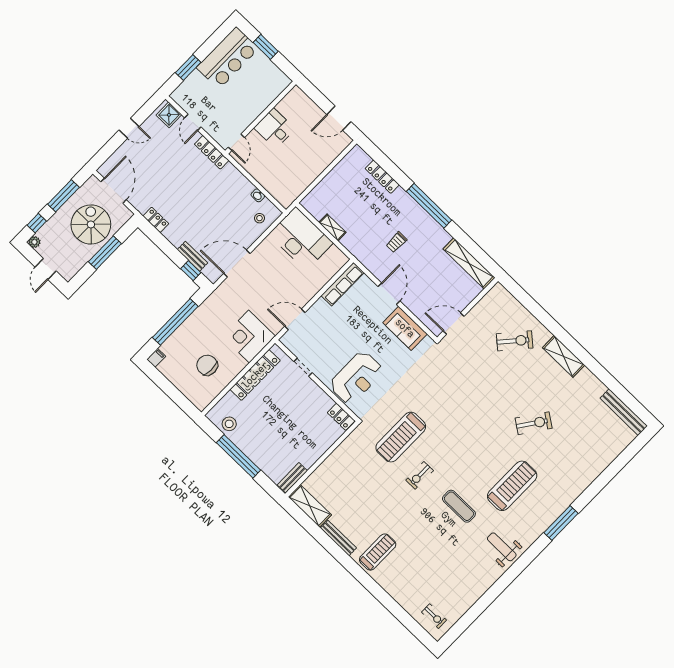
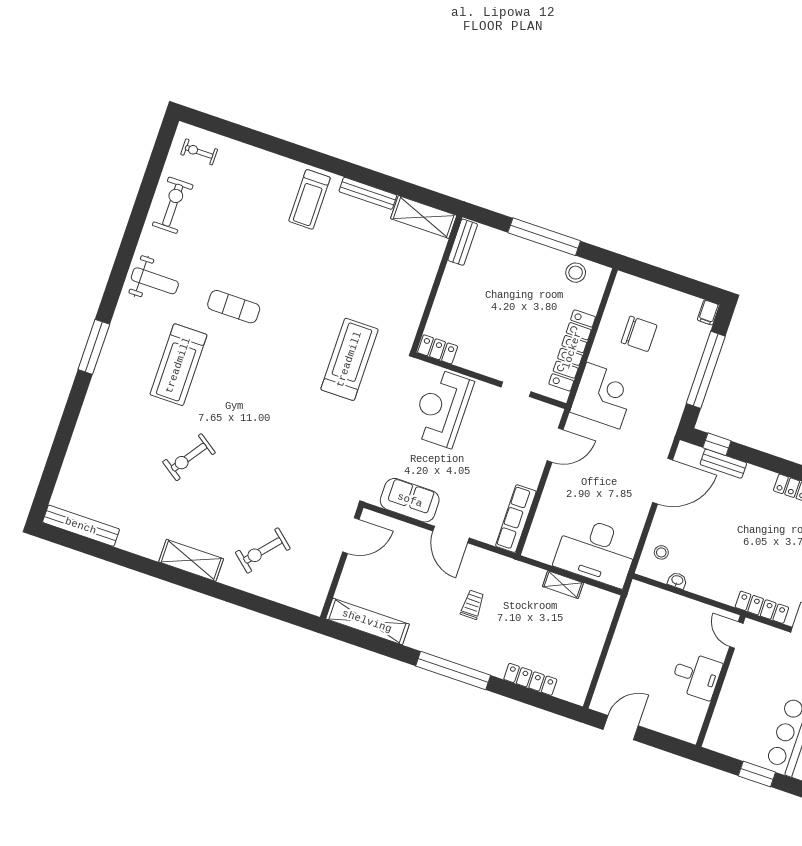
exercise bike: (420, 475) -> (173, 205), moved, width x1.38, depth x1.39

